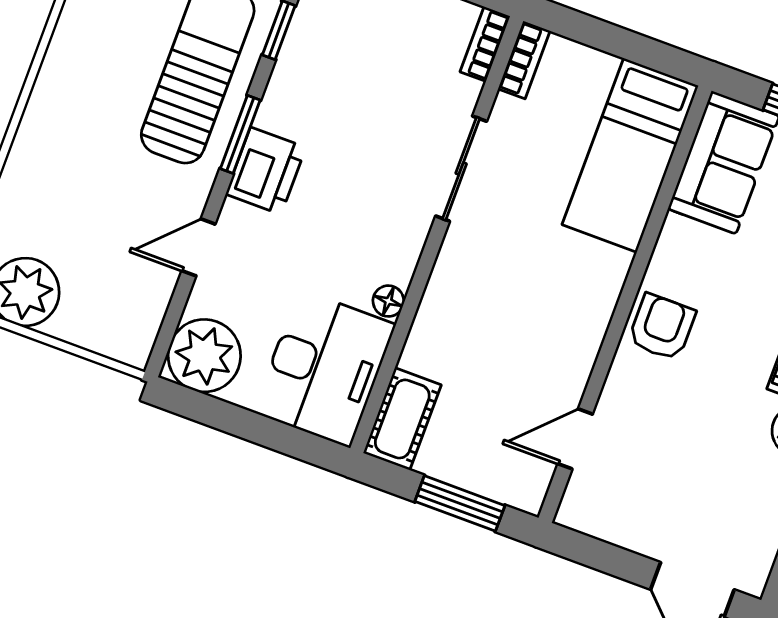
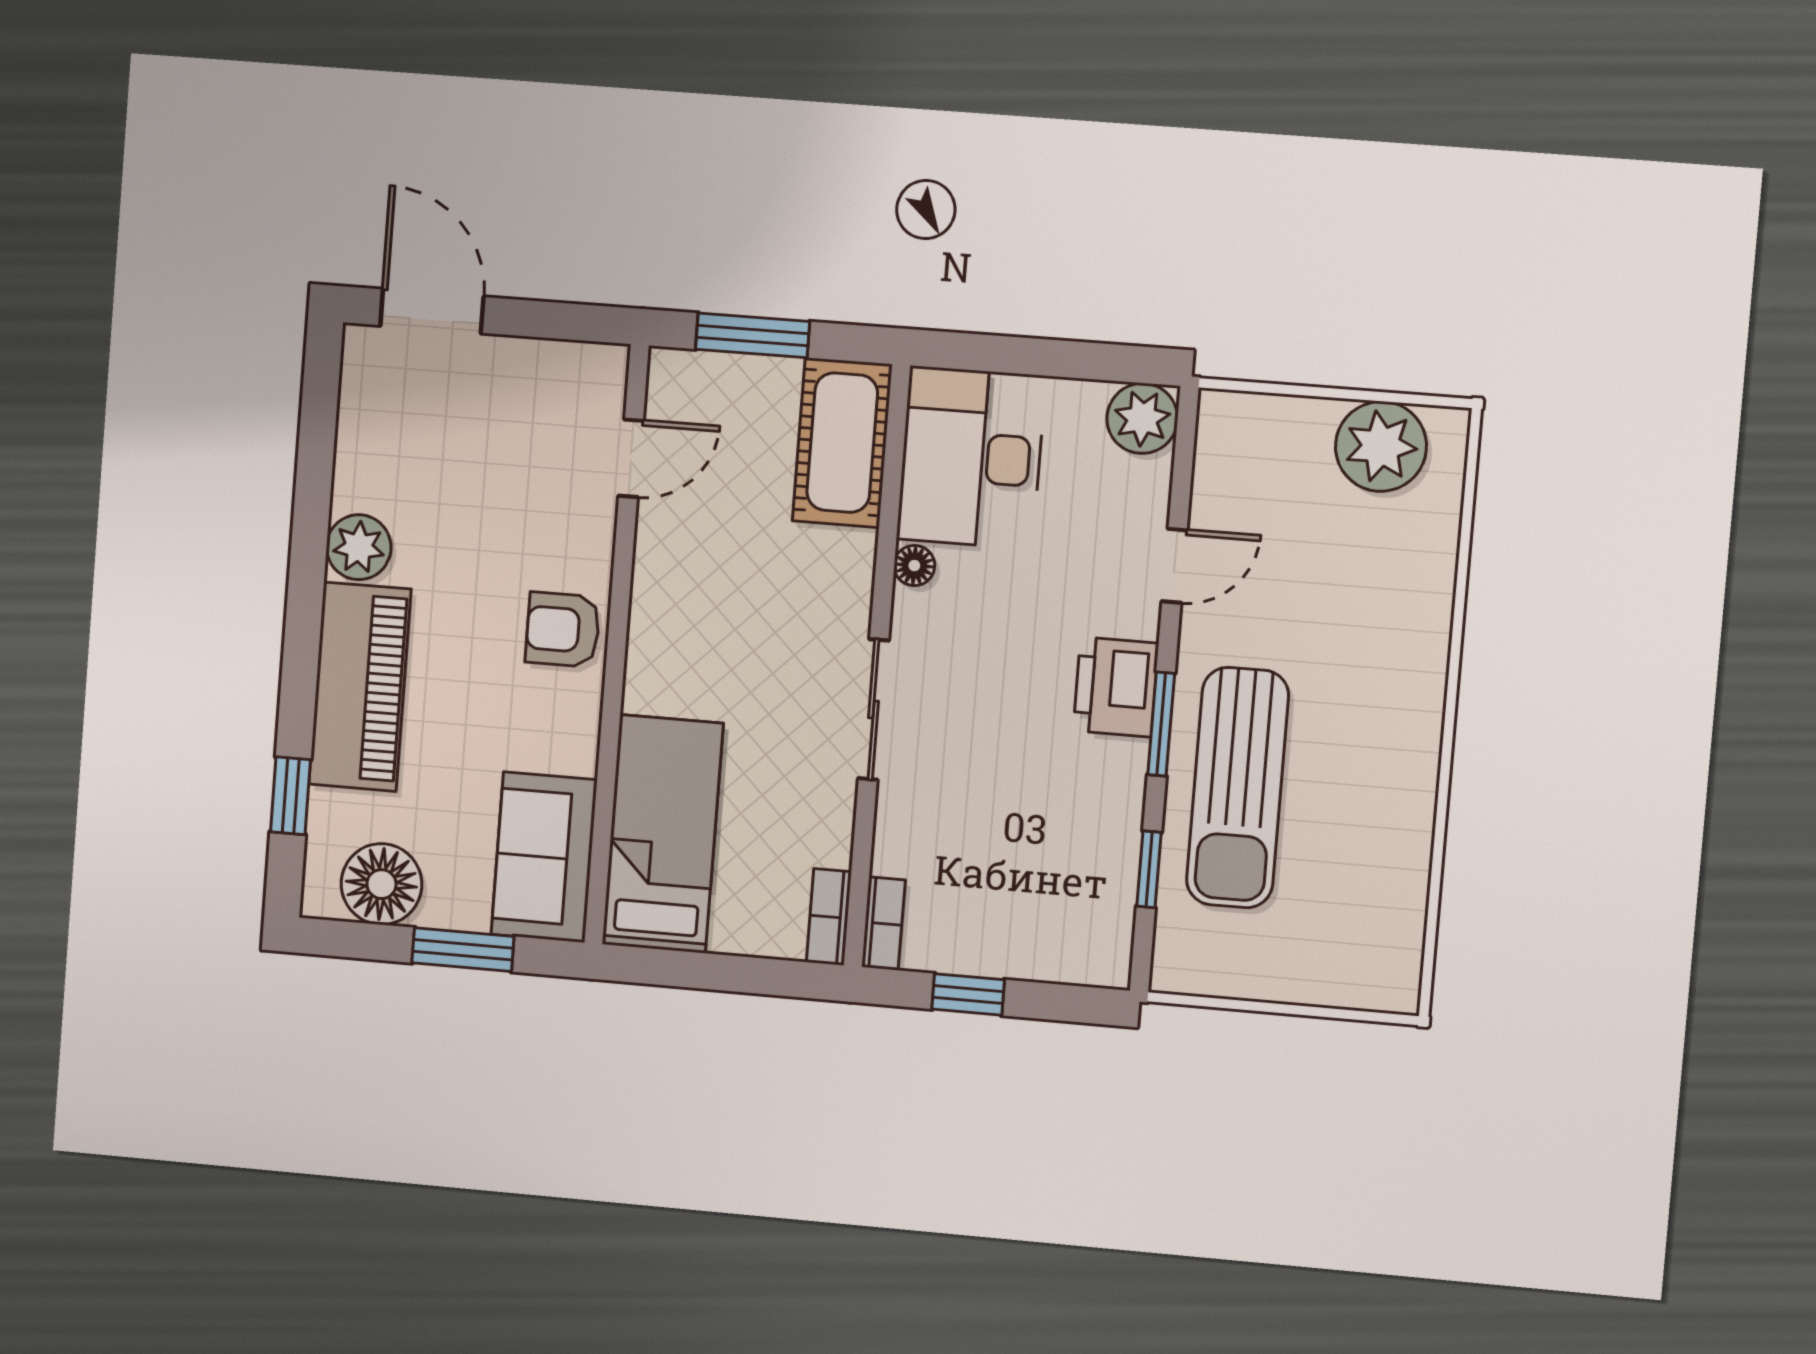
sliding door: (461, 169) -> (873, 709), moved
armchair: (662, 327) -> (563, 630), turned 90
plant: (204, 356) -> (1142, 418), width x0.73, depth x0.73
cot: (402, 419) -> (842, 443), width x1.37, depth x1.34

